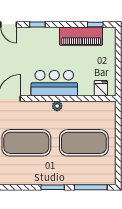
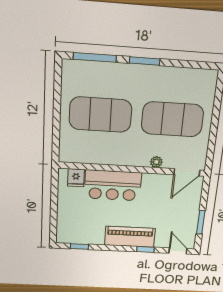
piano: (81, 36) -> (130, 237), moved
bar counter: (54, 83) -> (113, 185), moved
plant: (57, 106) -> (156, 162), moved

